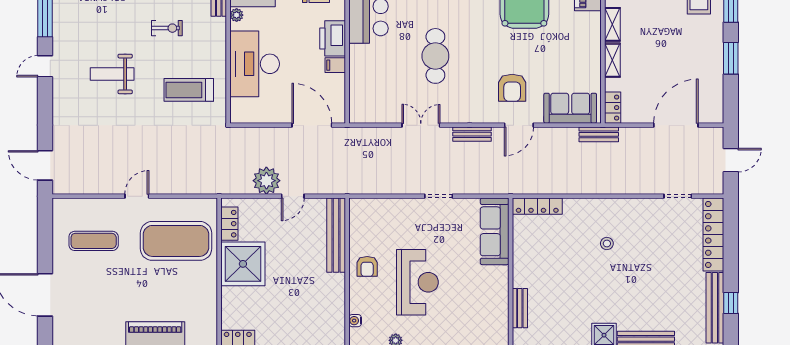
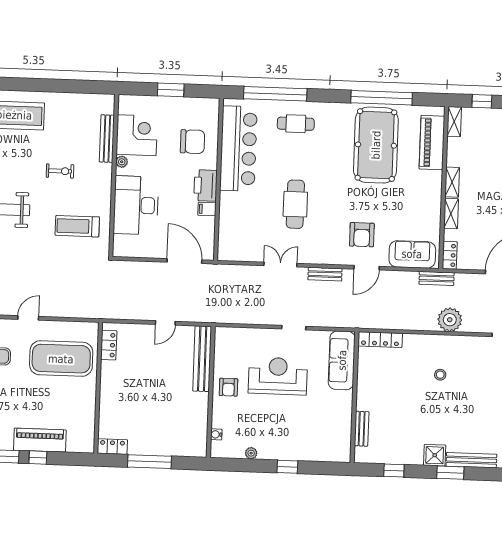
plant: (266, 181) -> (450, 320), moved
shower: (243, 264) -> (119, 381), removed
reception desk: (417, 282) -> (278, 376), moved, turned -90

